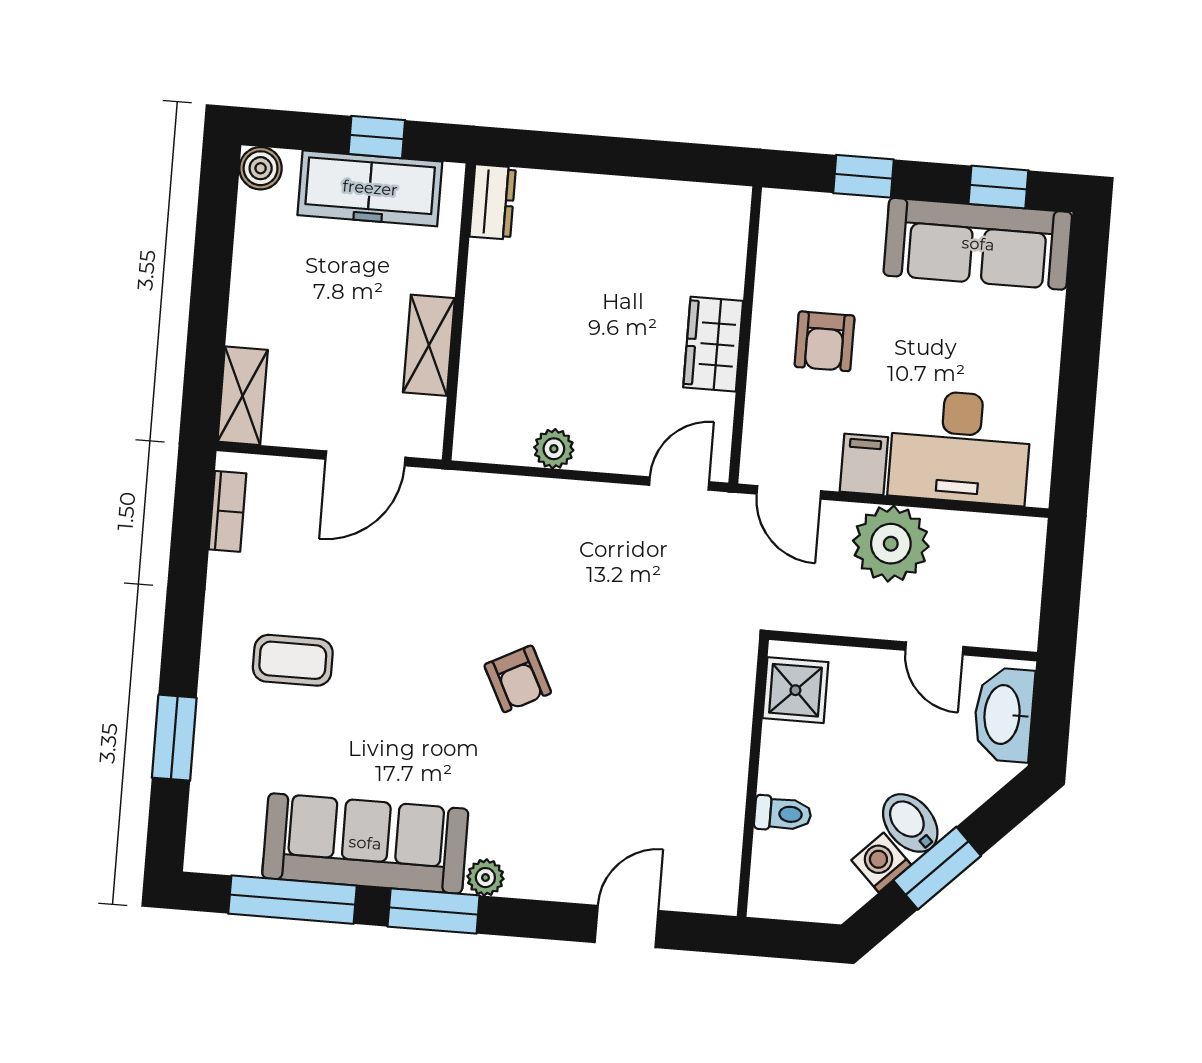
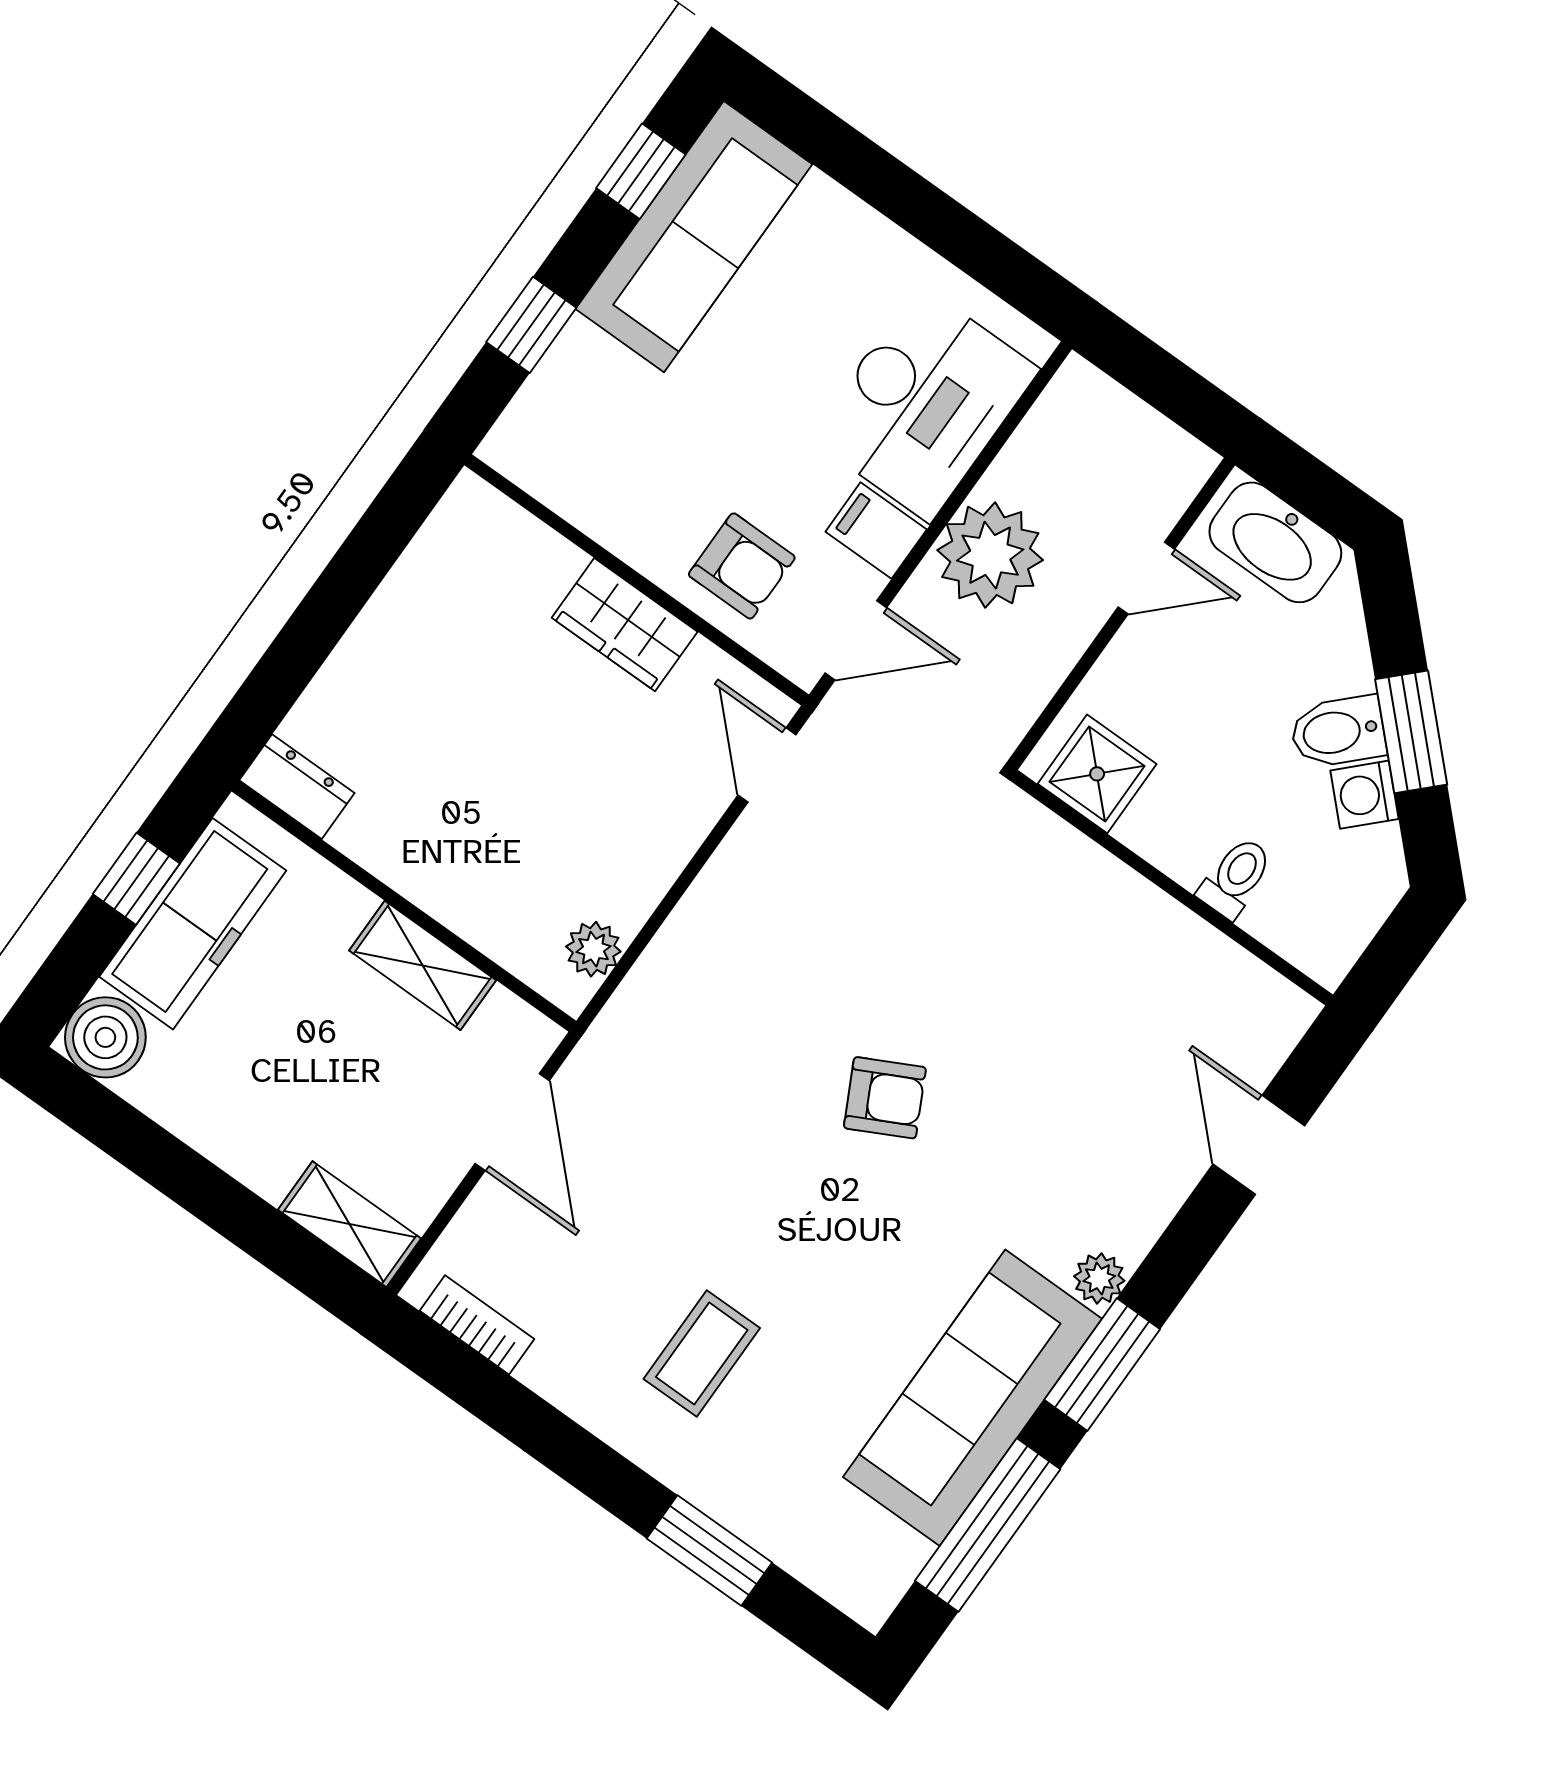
boiler: (261, 168) -> (105, 1037), width x1.36, depth x1.36
armchair: (825, 341) -> (742, 566), moved
plant: (554, 449) -> (593, 949), moved

